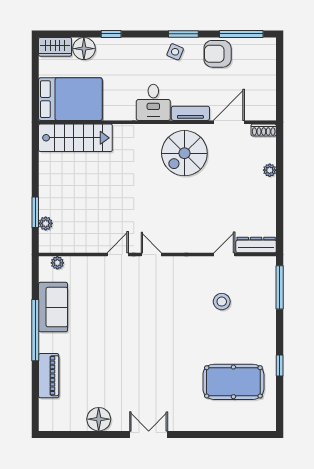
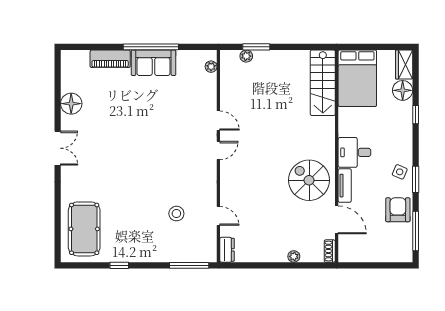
dresser: (256, 245) -> (227, 250), width x0.70
sofa: (53, 307) -> (153, 63), moved
pool table: (233, 382) -> (84, 229), moved

